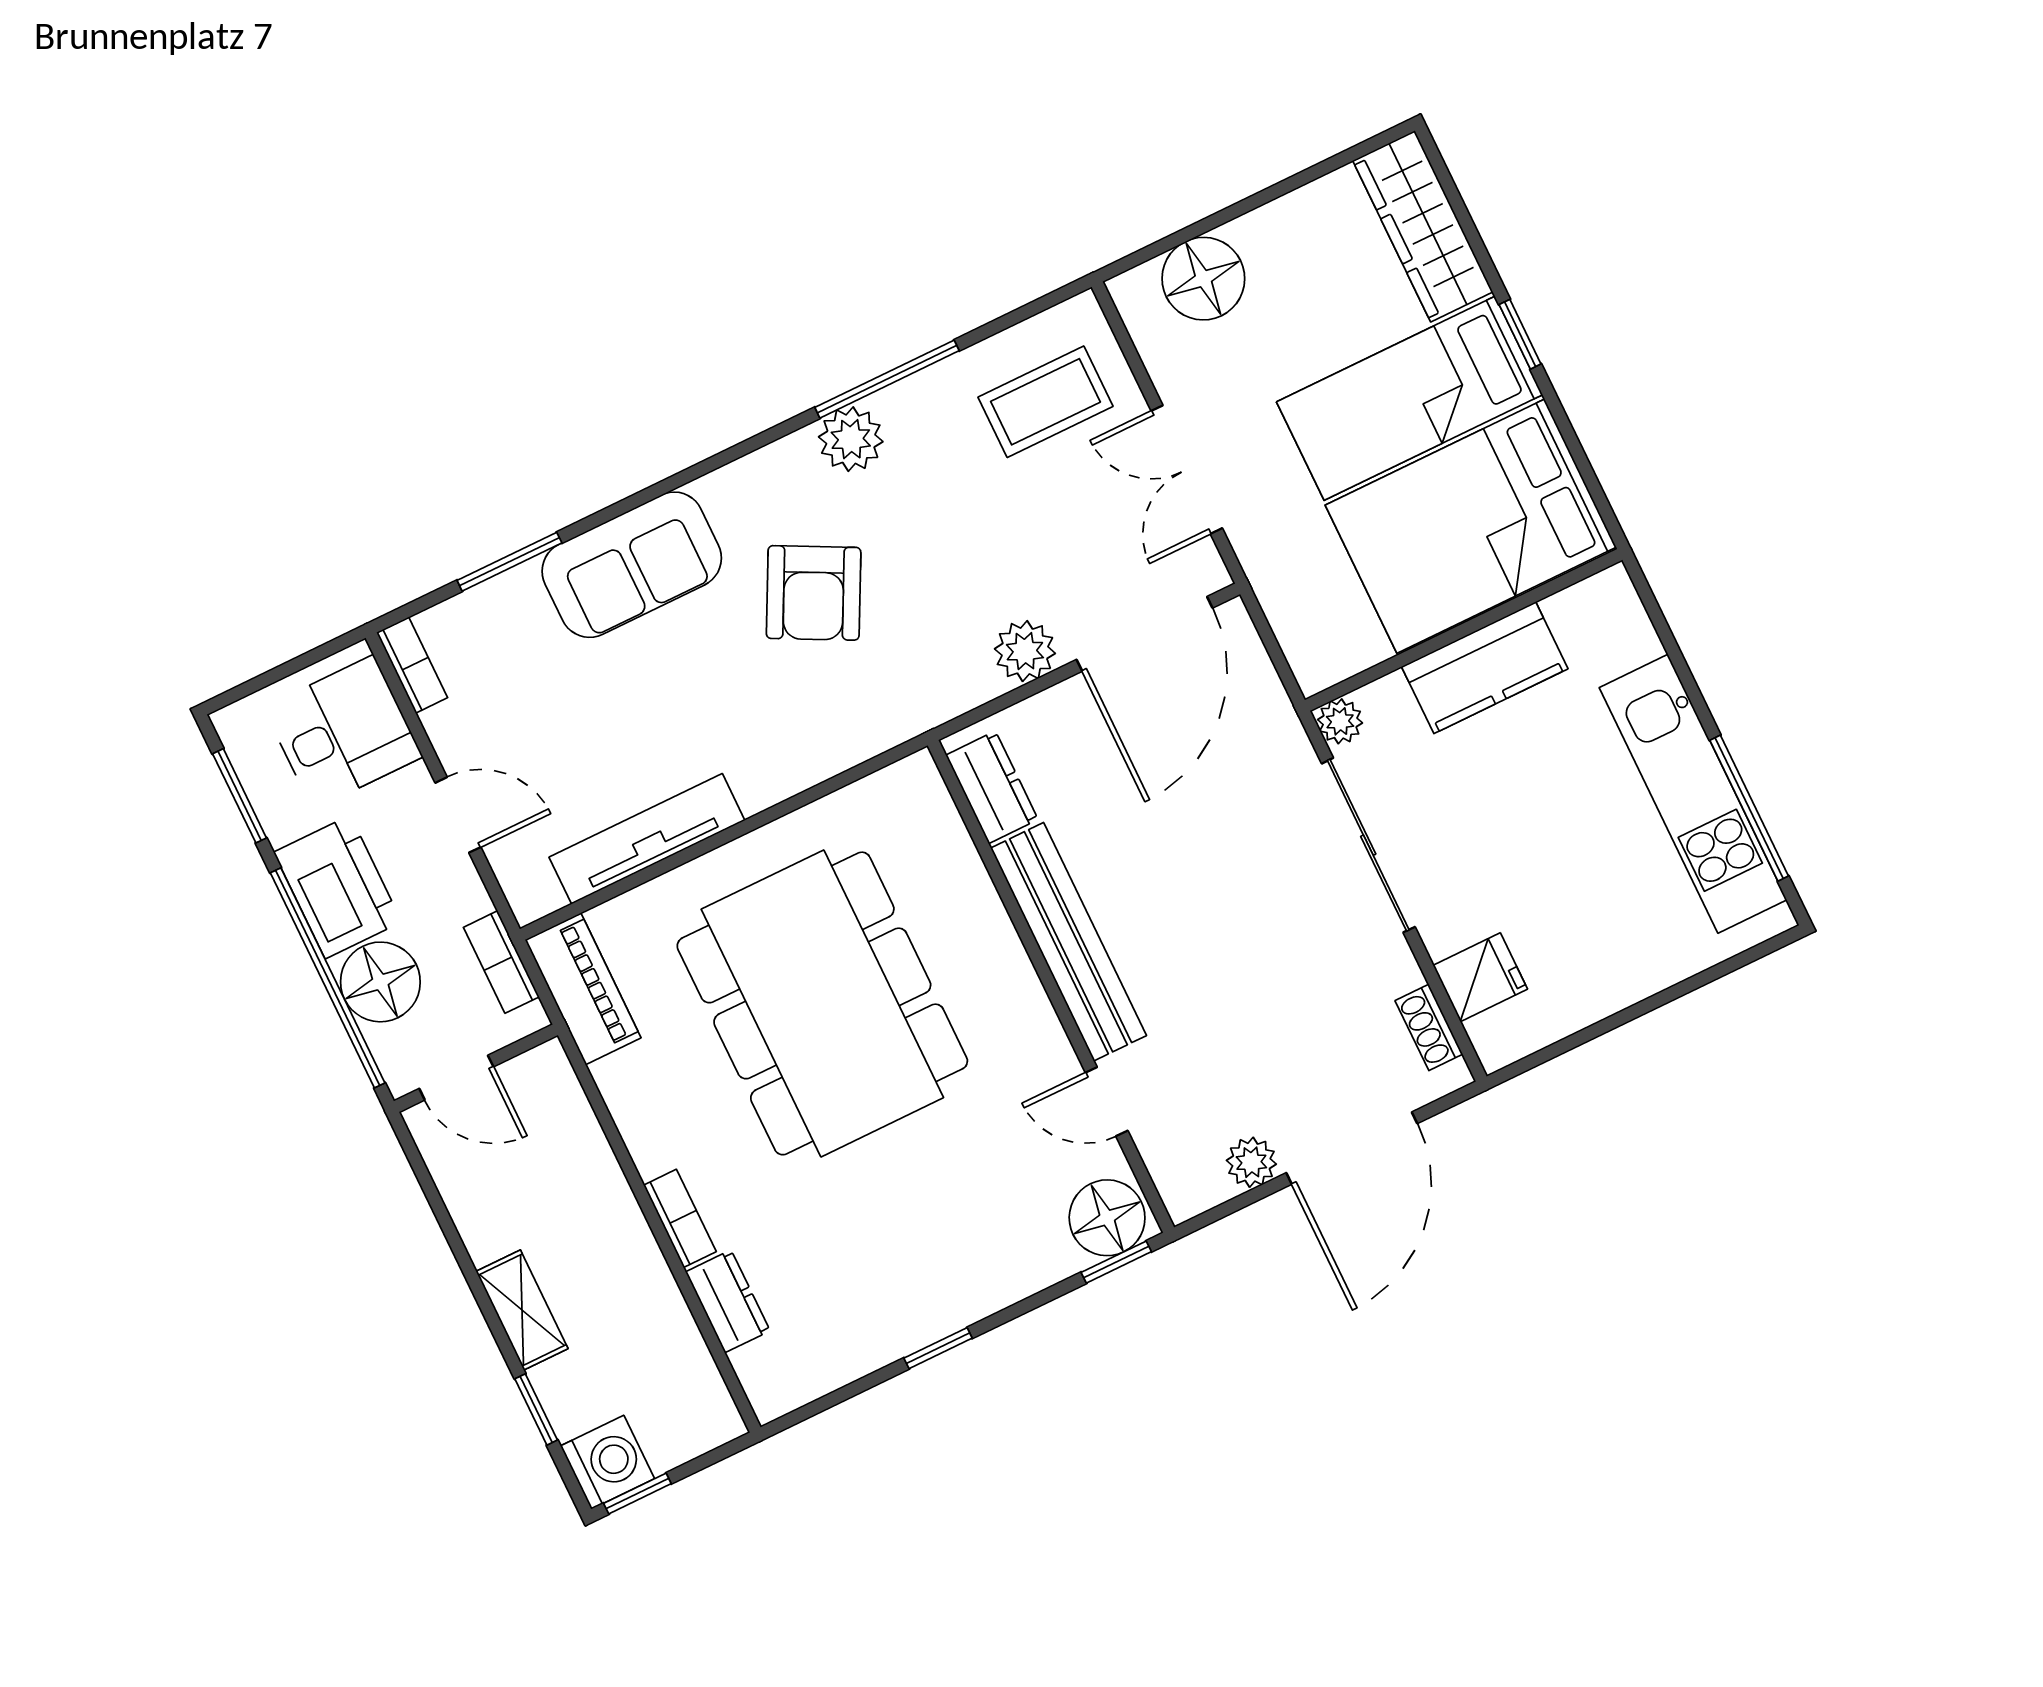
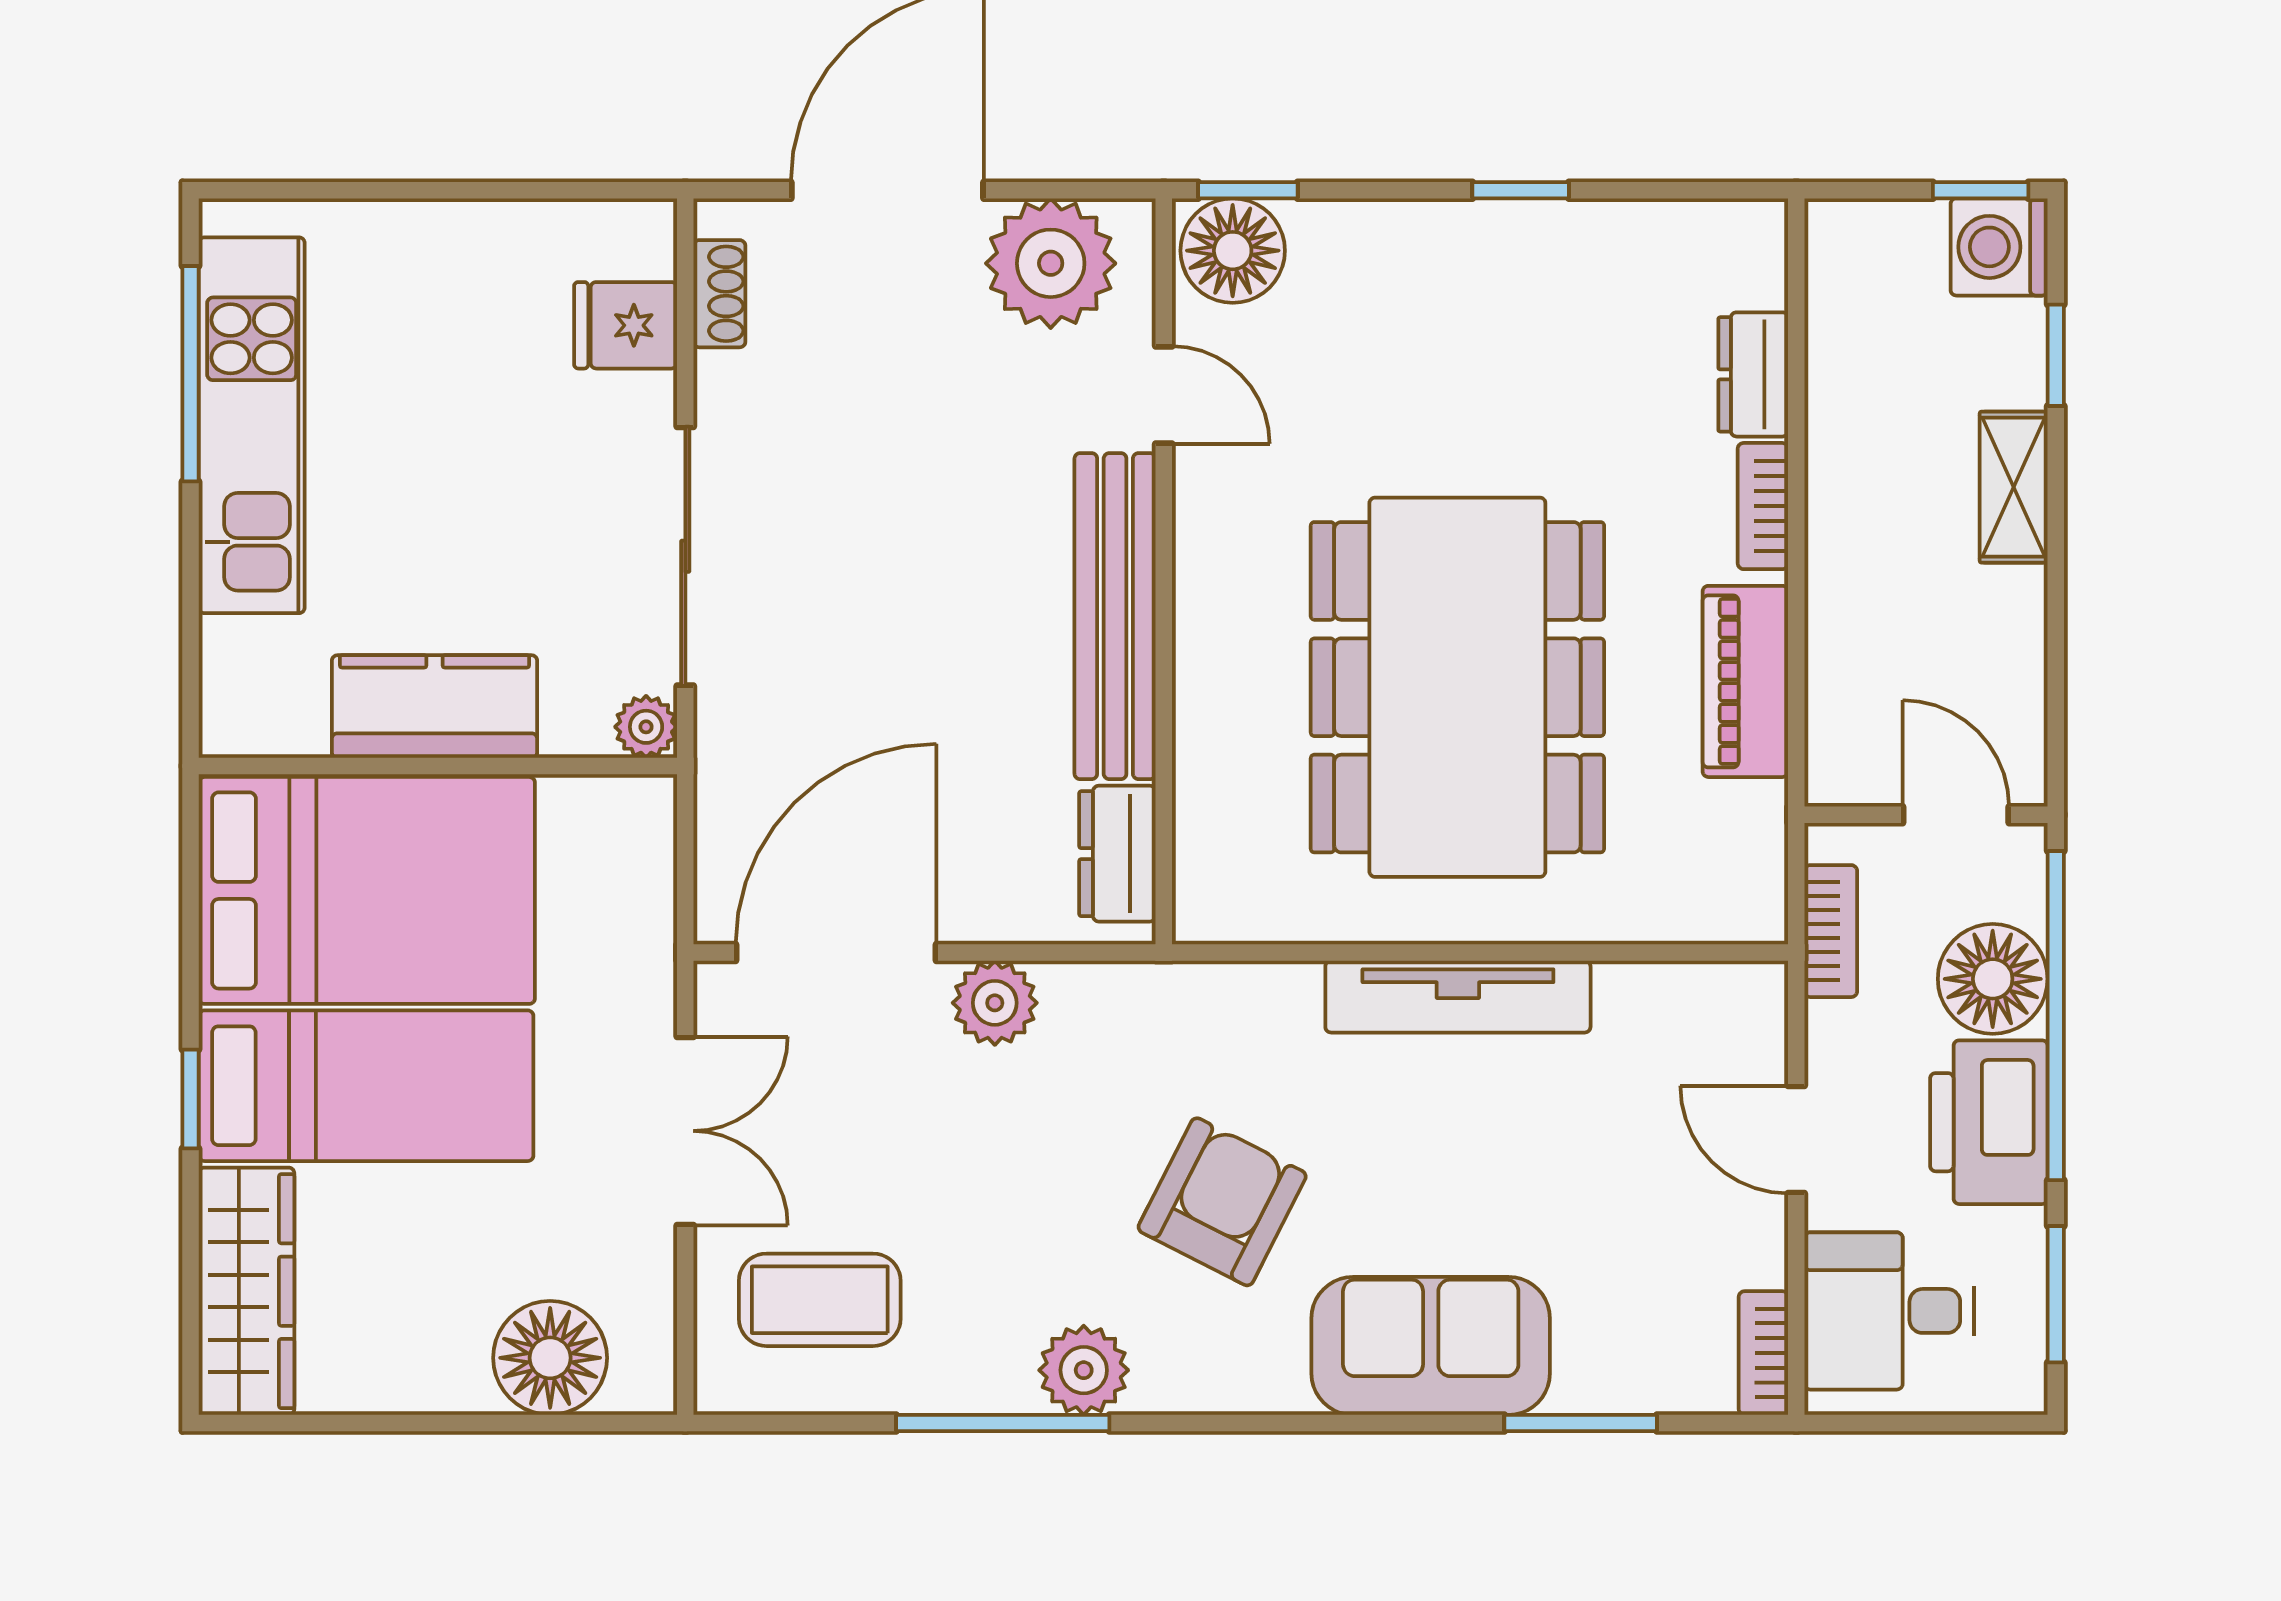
tv unit: (647, 839) -> (1458, 997), moved
piano: (583, 989) -> (1745, 681), moved
plant: (1251, 1162) -> (1051, 263), width x1.88, depth x1.88

